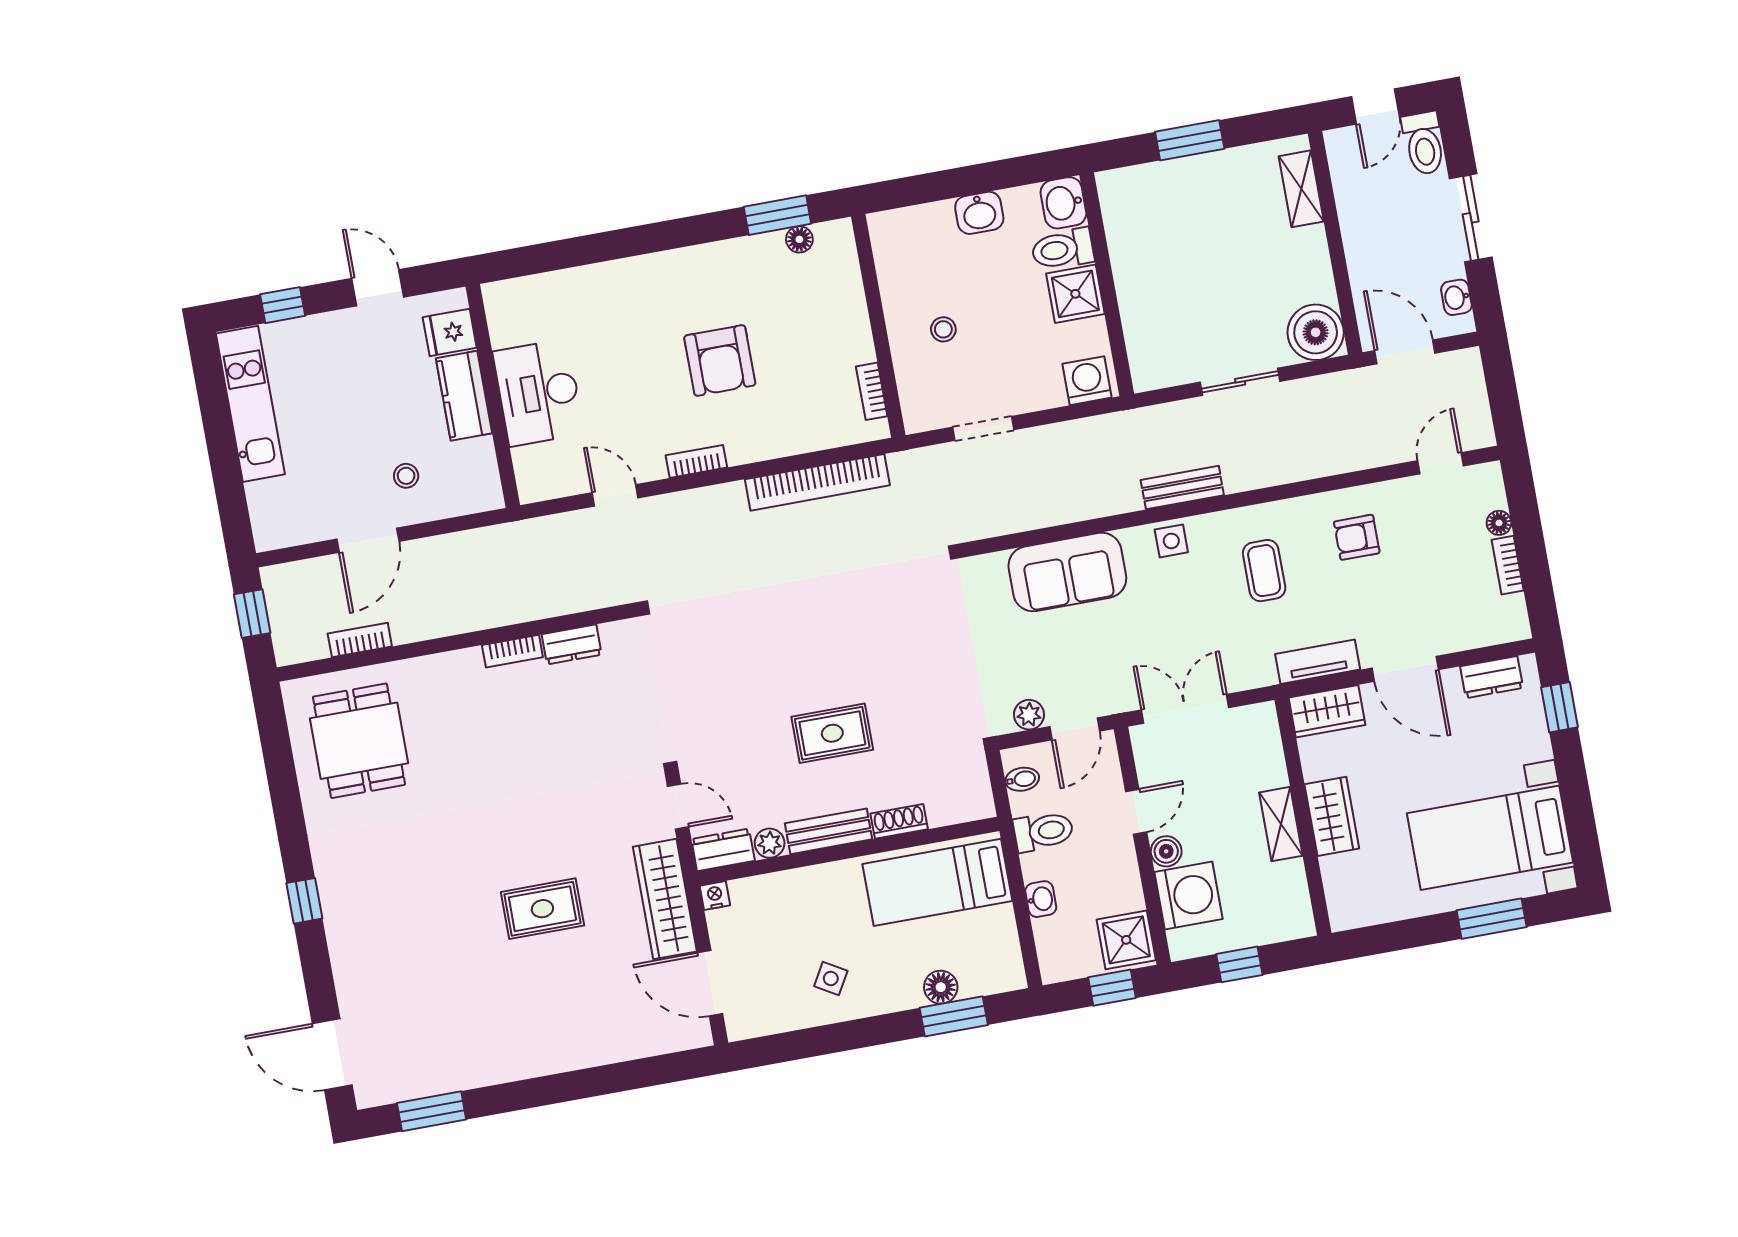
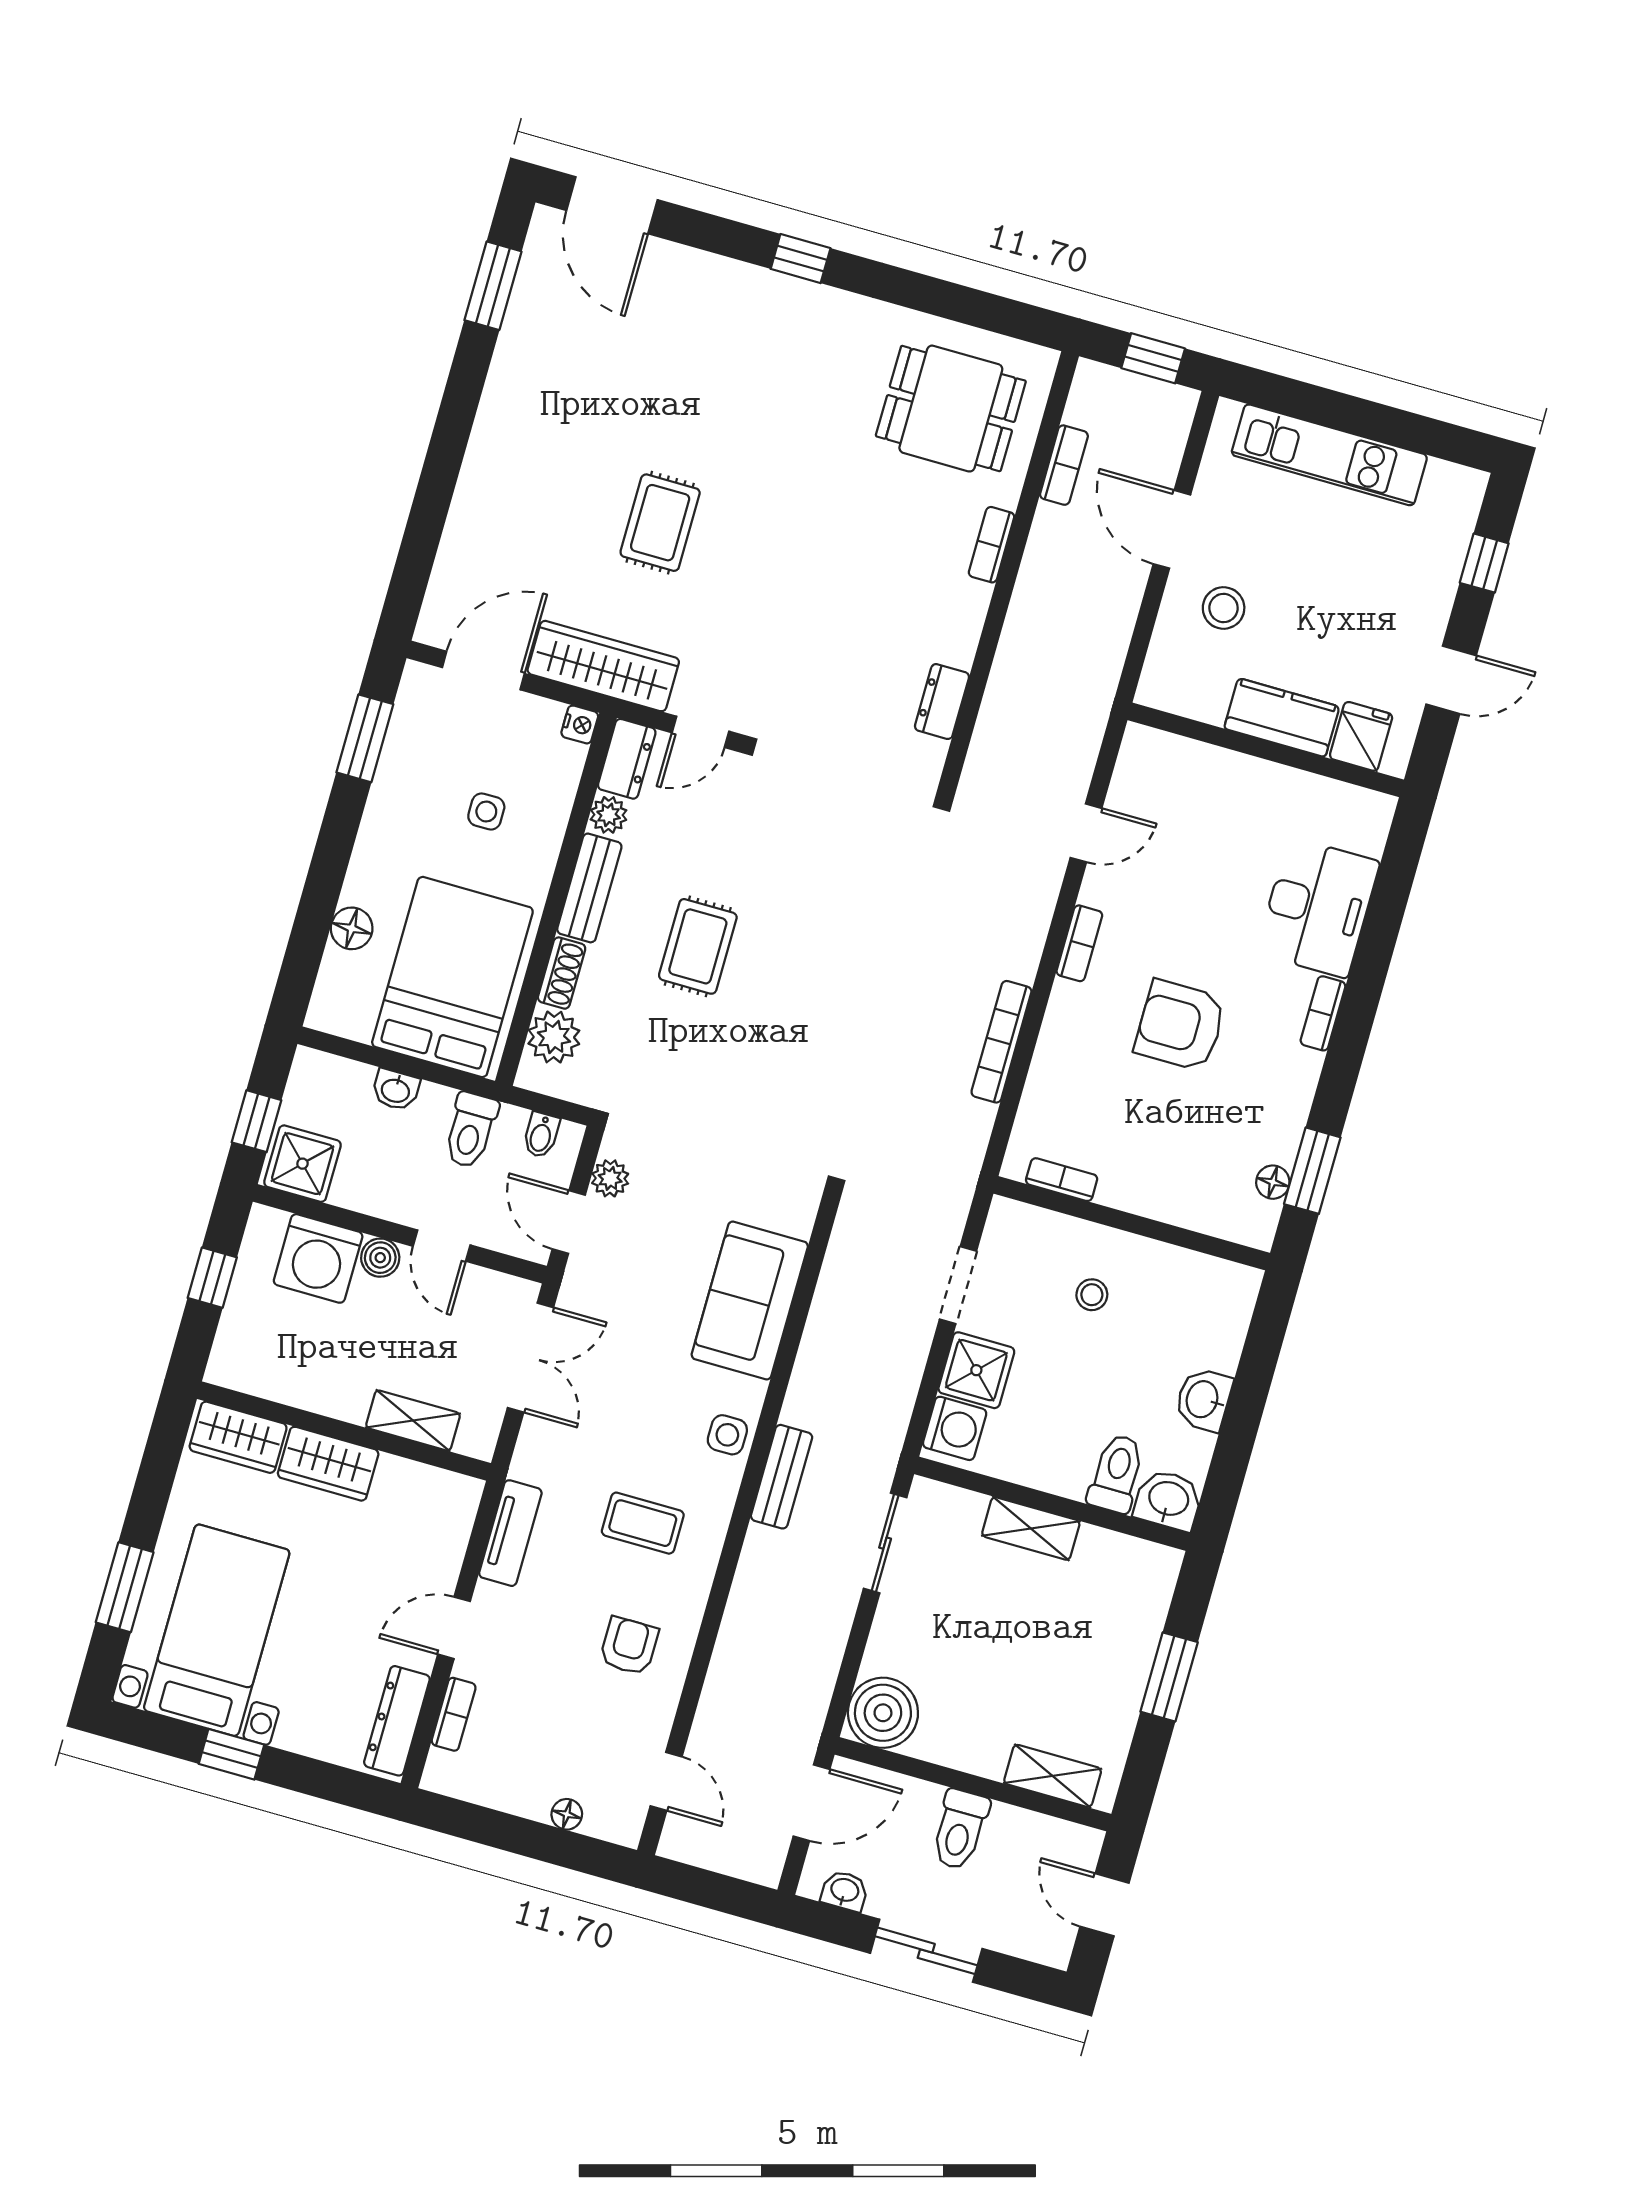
toilet: (1424, 143) -> (960, 1830), moved, turned -90
bookcase: (661, 263) -> (1323, 1013), added
shelving: (1132, 291) -> (1031, 1528), added
shower: (1075, 294) -> (976, 1370), moved
sliding door: (1240, 382) -> (885, 1543), moved
desk: (538, 393) -> (1318, 907), moved, turned 90
kitchen unit: (250, 404) -> (1329, 455), moved
stool: (406, 476) -> (1224, 608), width x1.37, depth x1.37
bookcase: (817, 482) -> (1001, 1042), width x0.68, depth x0.76
bookcase: (1508, 565) -> (454, 1714), moved, turned 90
bookcase: (512, 651) -> (992, 545), moved
door: (1405, 669) -> (454, 1628), width x0.73
dresser: (1492, 677) -> (397, 1721), width x1.44
window: (1560, 707) -> (231, 1754), moved
wardrobe: (1327, 711) -> (238, 1437), moved, turned -90
plant: (948, 804) -> (554, 1037), added
shelving: (1281, 824) -> (413, 1420), moved
bed: (937, 882) -> (452, 977), width x1.50
side table: (831, 978) -> (486, 812), moved, turned -30
window: (954, 1016) -> (365, 738), moved
door: (332, 1054) -> (612, 205), swing flipped

